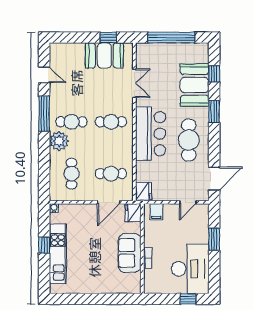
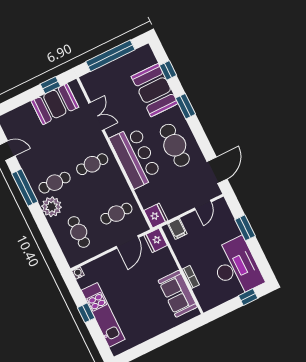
sofa: (130, 253) -> (178, 294), moved

